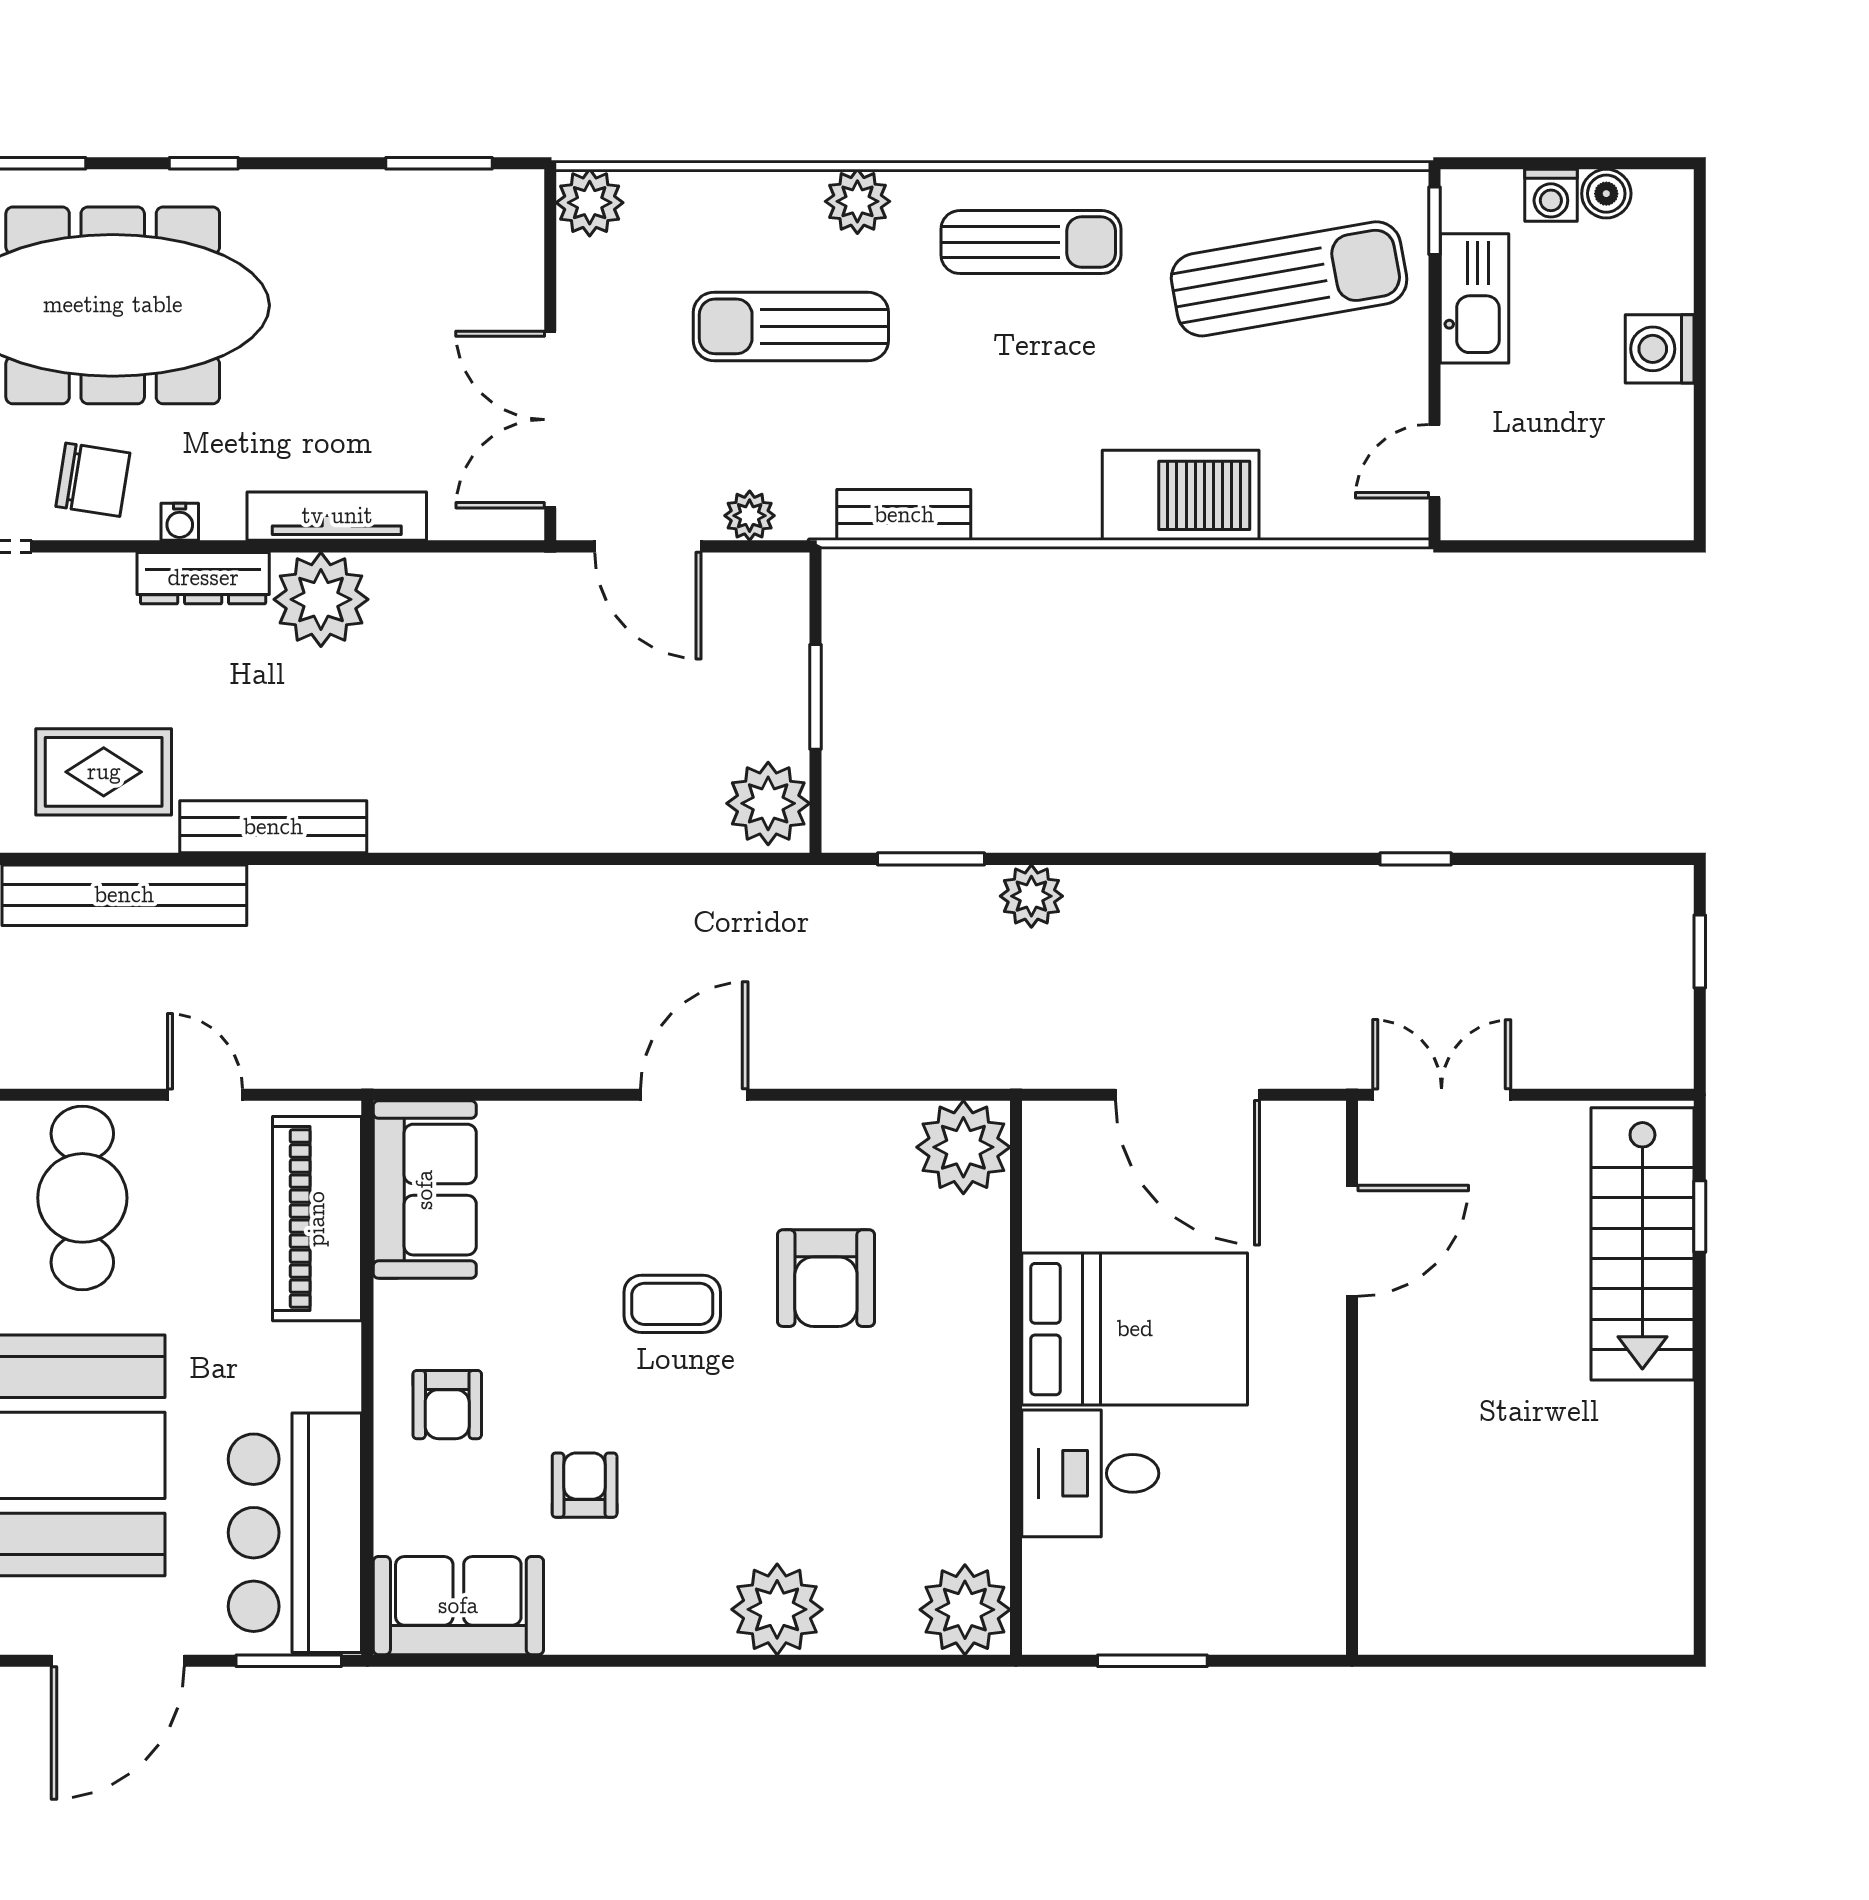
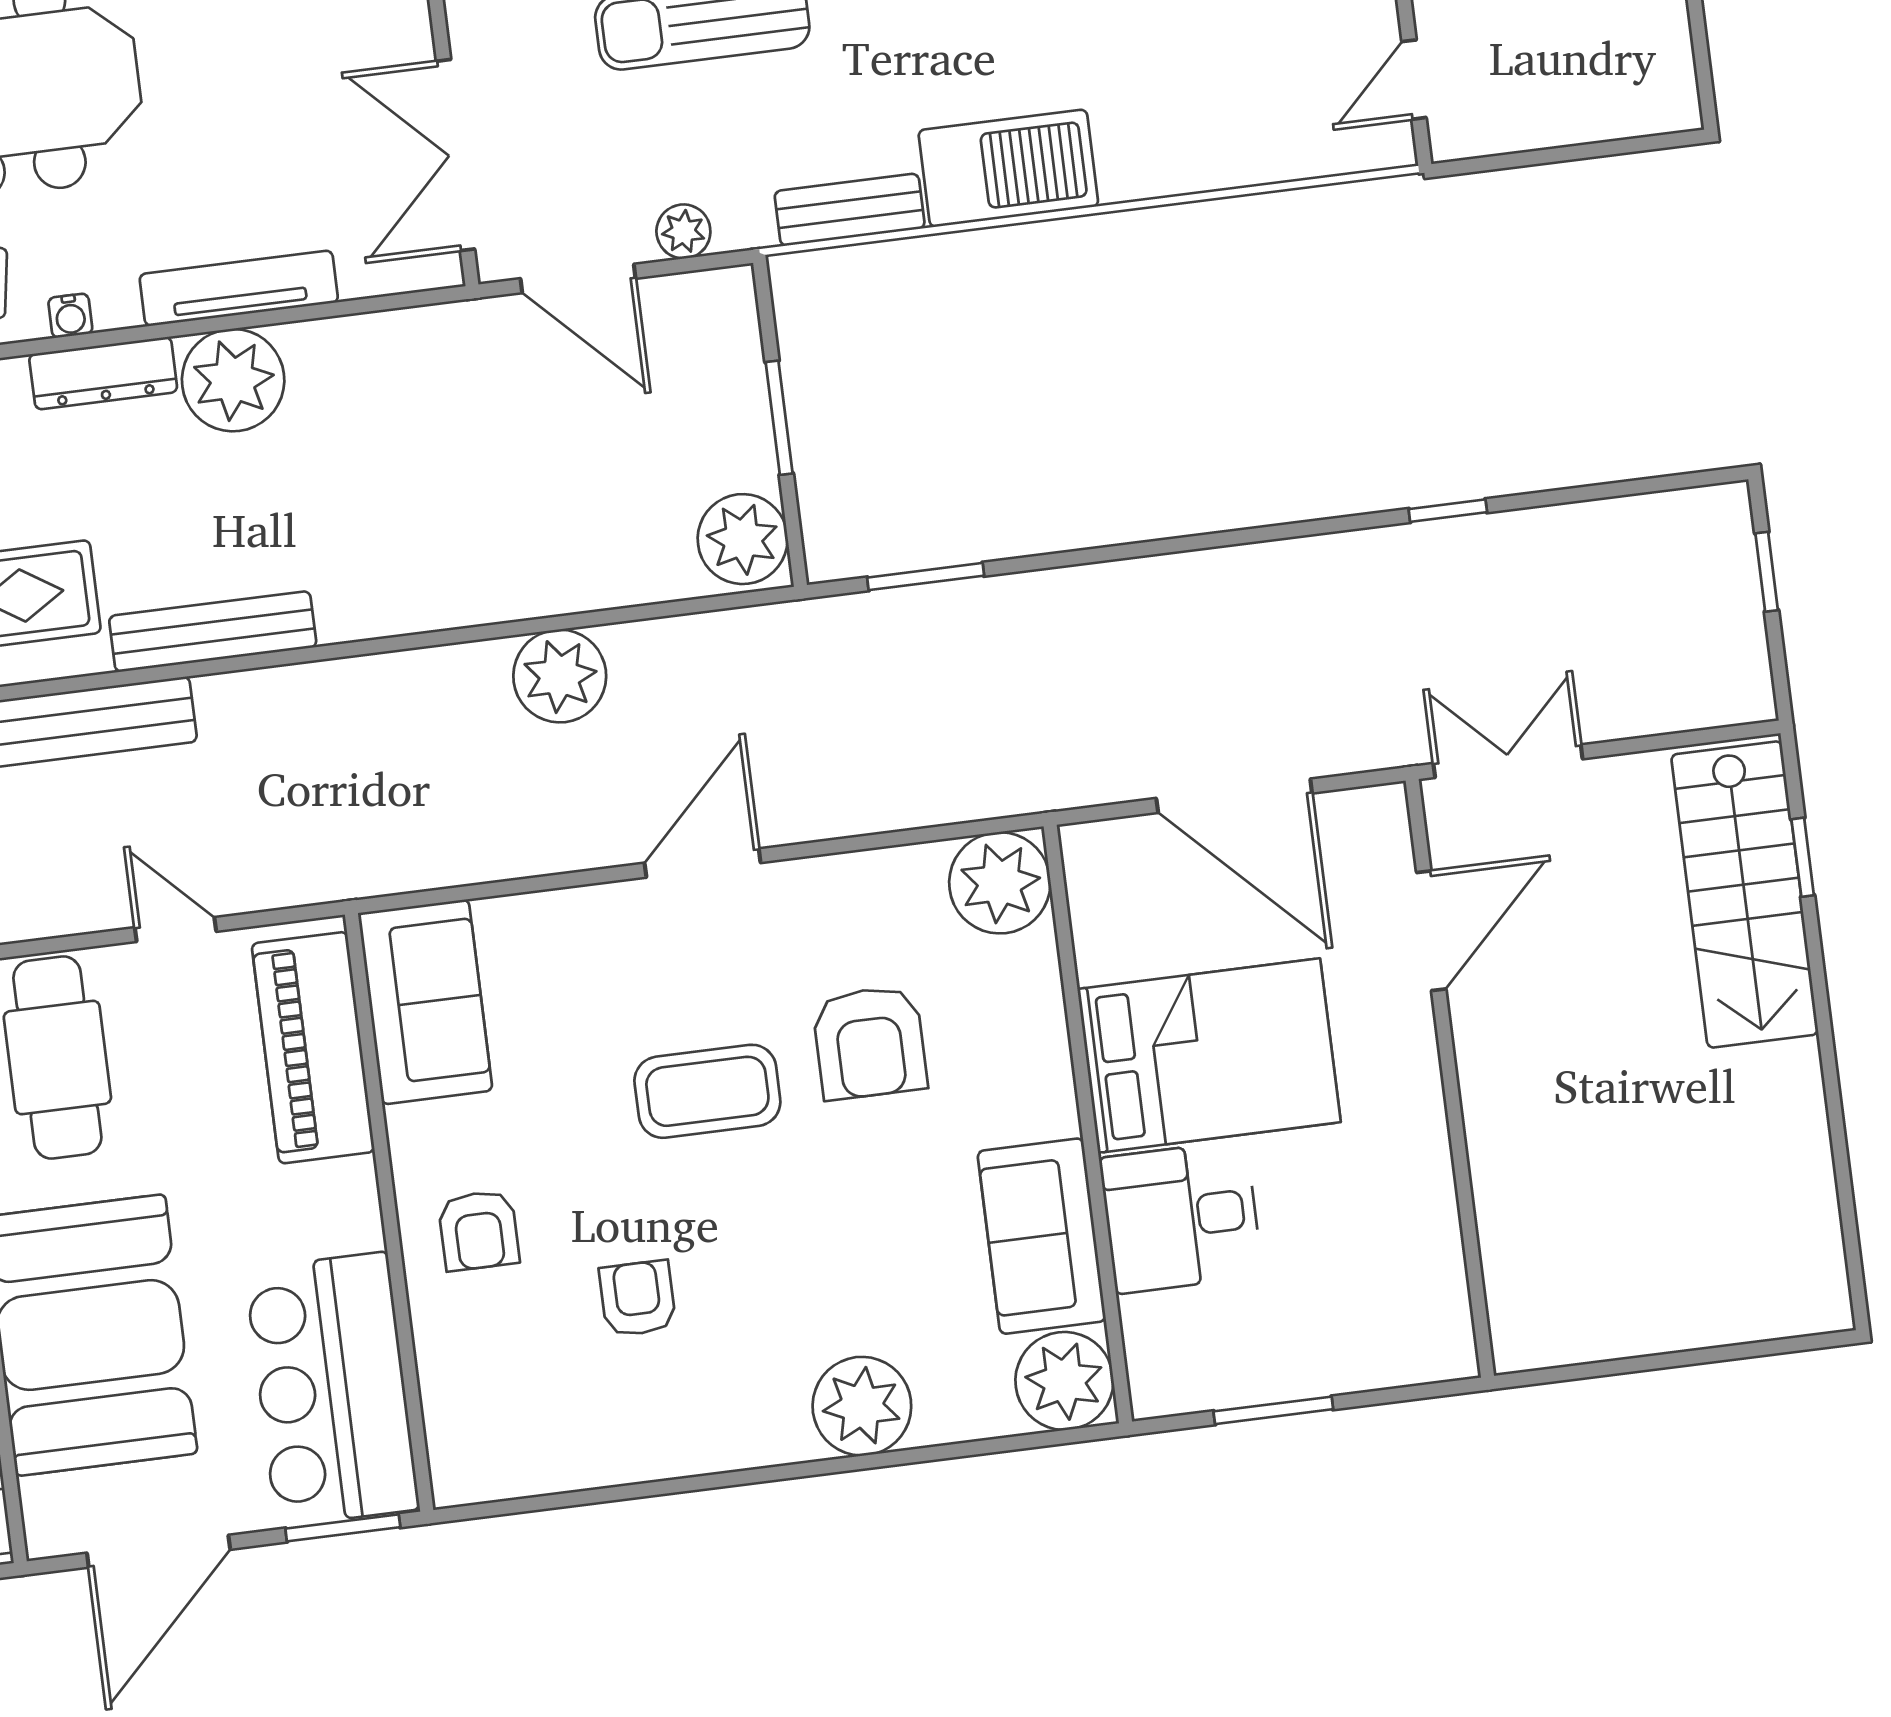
barbecue: (1181, 495) -> (1008, 168), moved
plant: (1031, 896) -> (560, 676), moved, width x1.36, depth x1.36
coffee table: (672, 1304) -> (707, 1091), width x1.36, depth x1.30
sofa: (458, 1606) -> (1042, 1236), moved, turned -90

